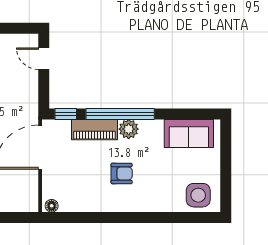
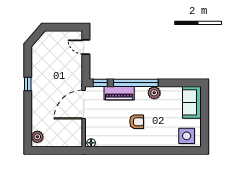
plant: (129, 129) -> (154, 93), moved
sofa: (189, 133) -> (192, 102), moved, turned 90

